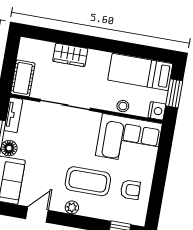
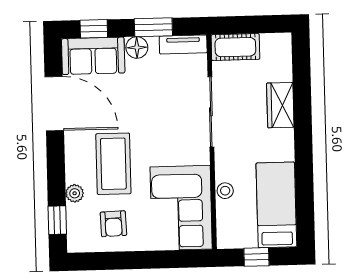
window: (174, 93) -> (256, 257), width x0.67
nightstand: (157, 111) -> (228, 238), removed
plant: (72, 207) -> (75, 193), moved
door: (37, 215) -> (54, 104), width x1.87

